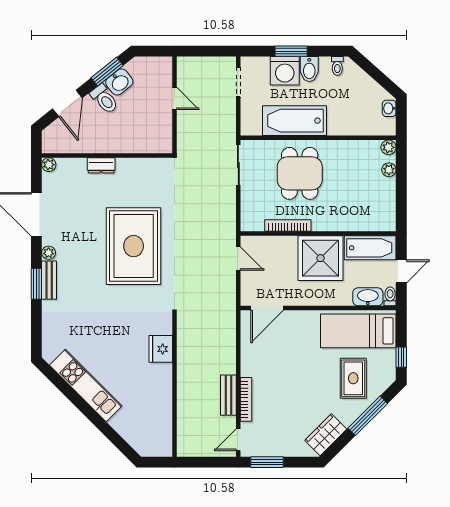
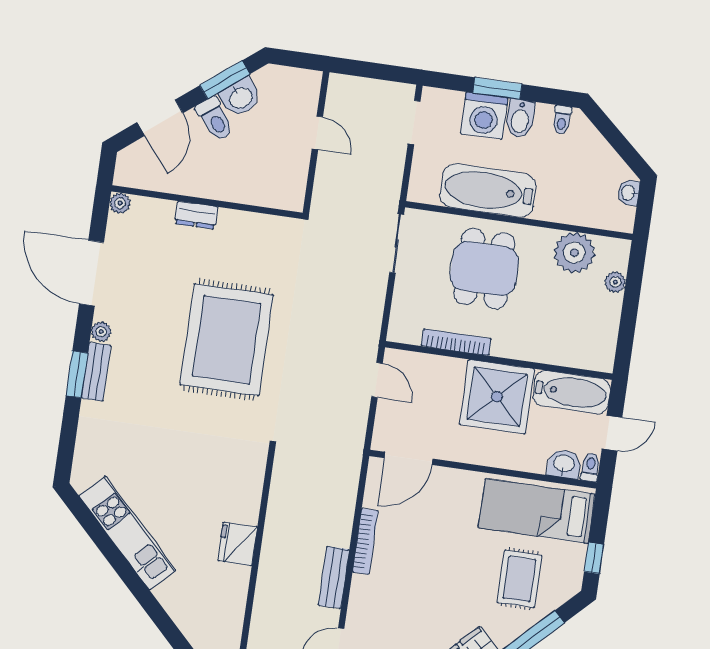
plant: (388, 147) -> (574, 253), moved, width x1.88, depth x1.88
washbasin: (368, 297) -> (564, 464), width x0.72
fridge: (161, 349) -> (238, 544), moved
bookcase: (246, 399) -> (365, 541), moved

